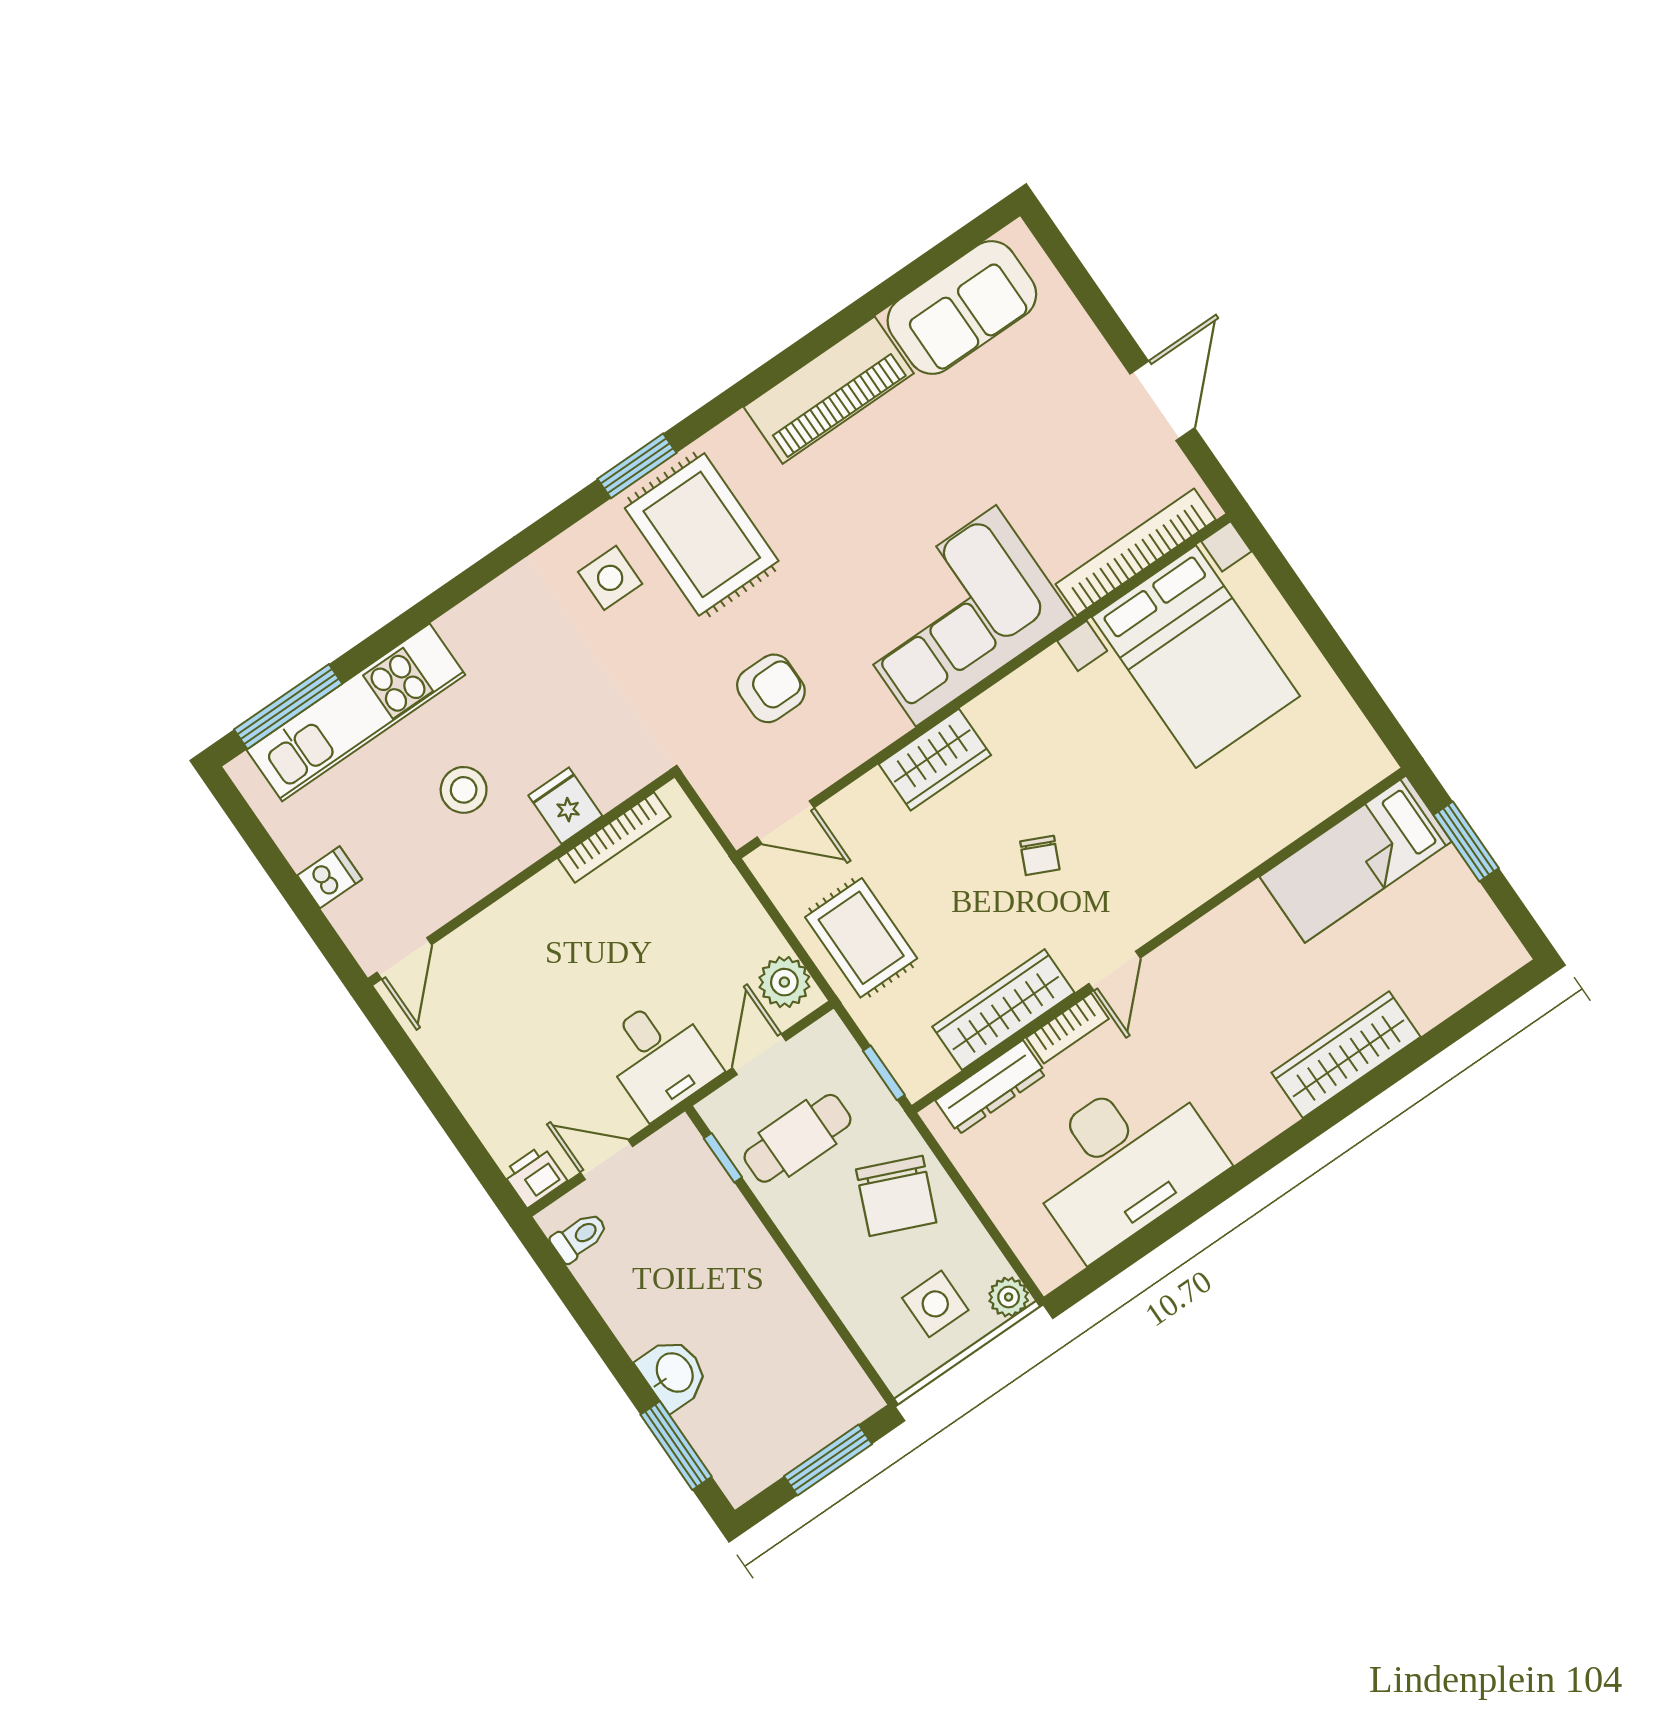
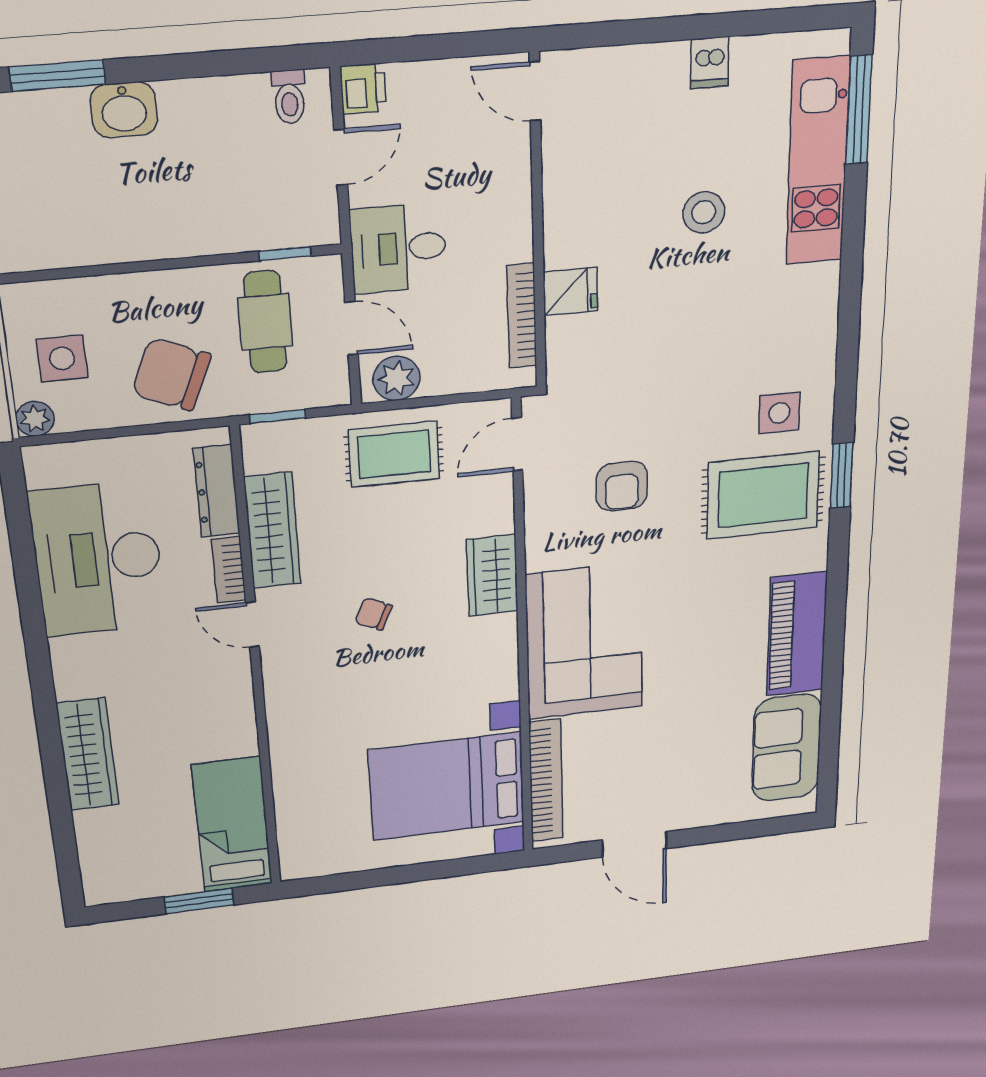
fridge: (565, 806) -> (571, 291), moved
bookcase: (614, 837) -> (522, 316), moved
wall: (521, 878) -> (538, 225), moved
door: (404, 958) -> (535, 91), moved

